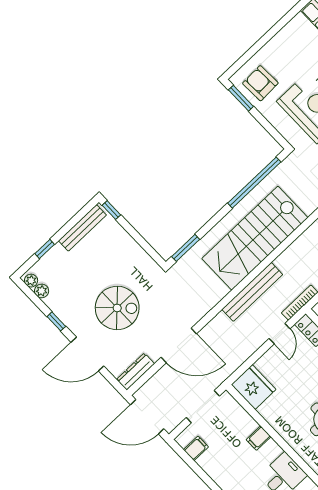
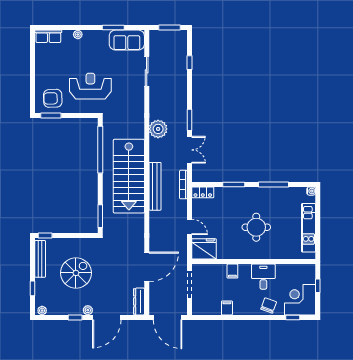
plant: (42, 291) -> (88, 310), moved
bench: (252, 292) -> (155, 186), moved
spiral stairs: (117, 308) -> (76, 273), moved
door: (280, 334) -> (189, 227), moved
door: (147, 417) -> (168, 317), hinge flipped
filing cabinet: (196, 448) -> (227, 308), moved

